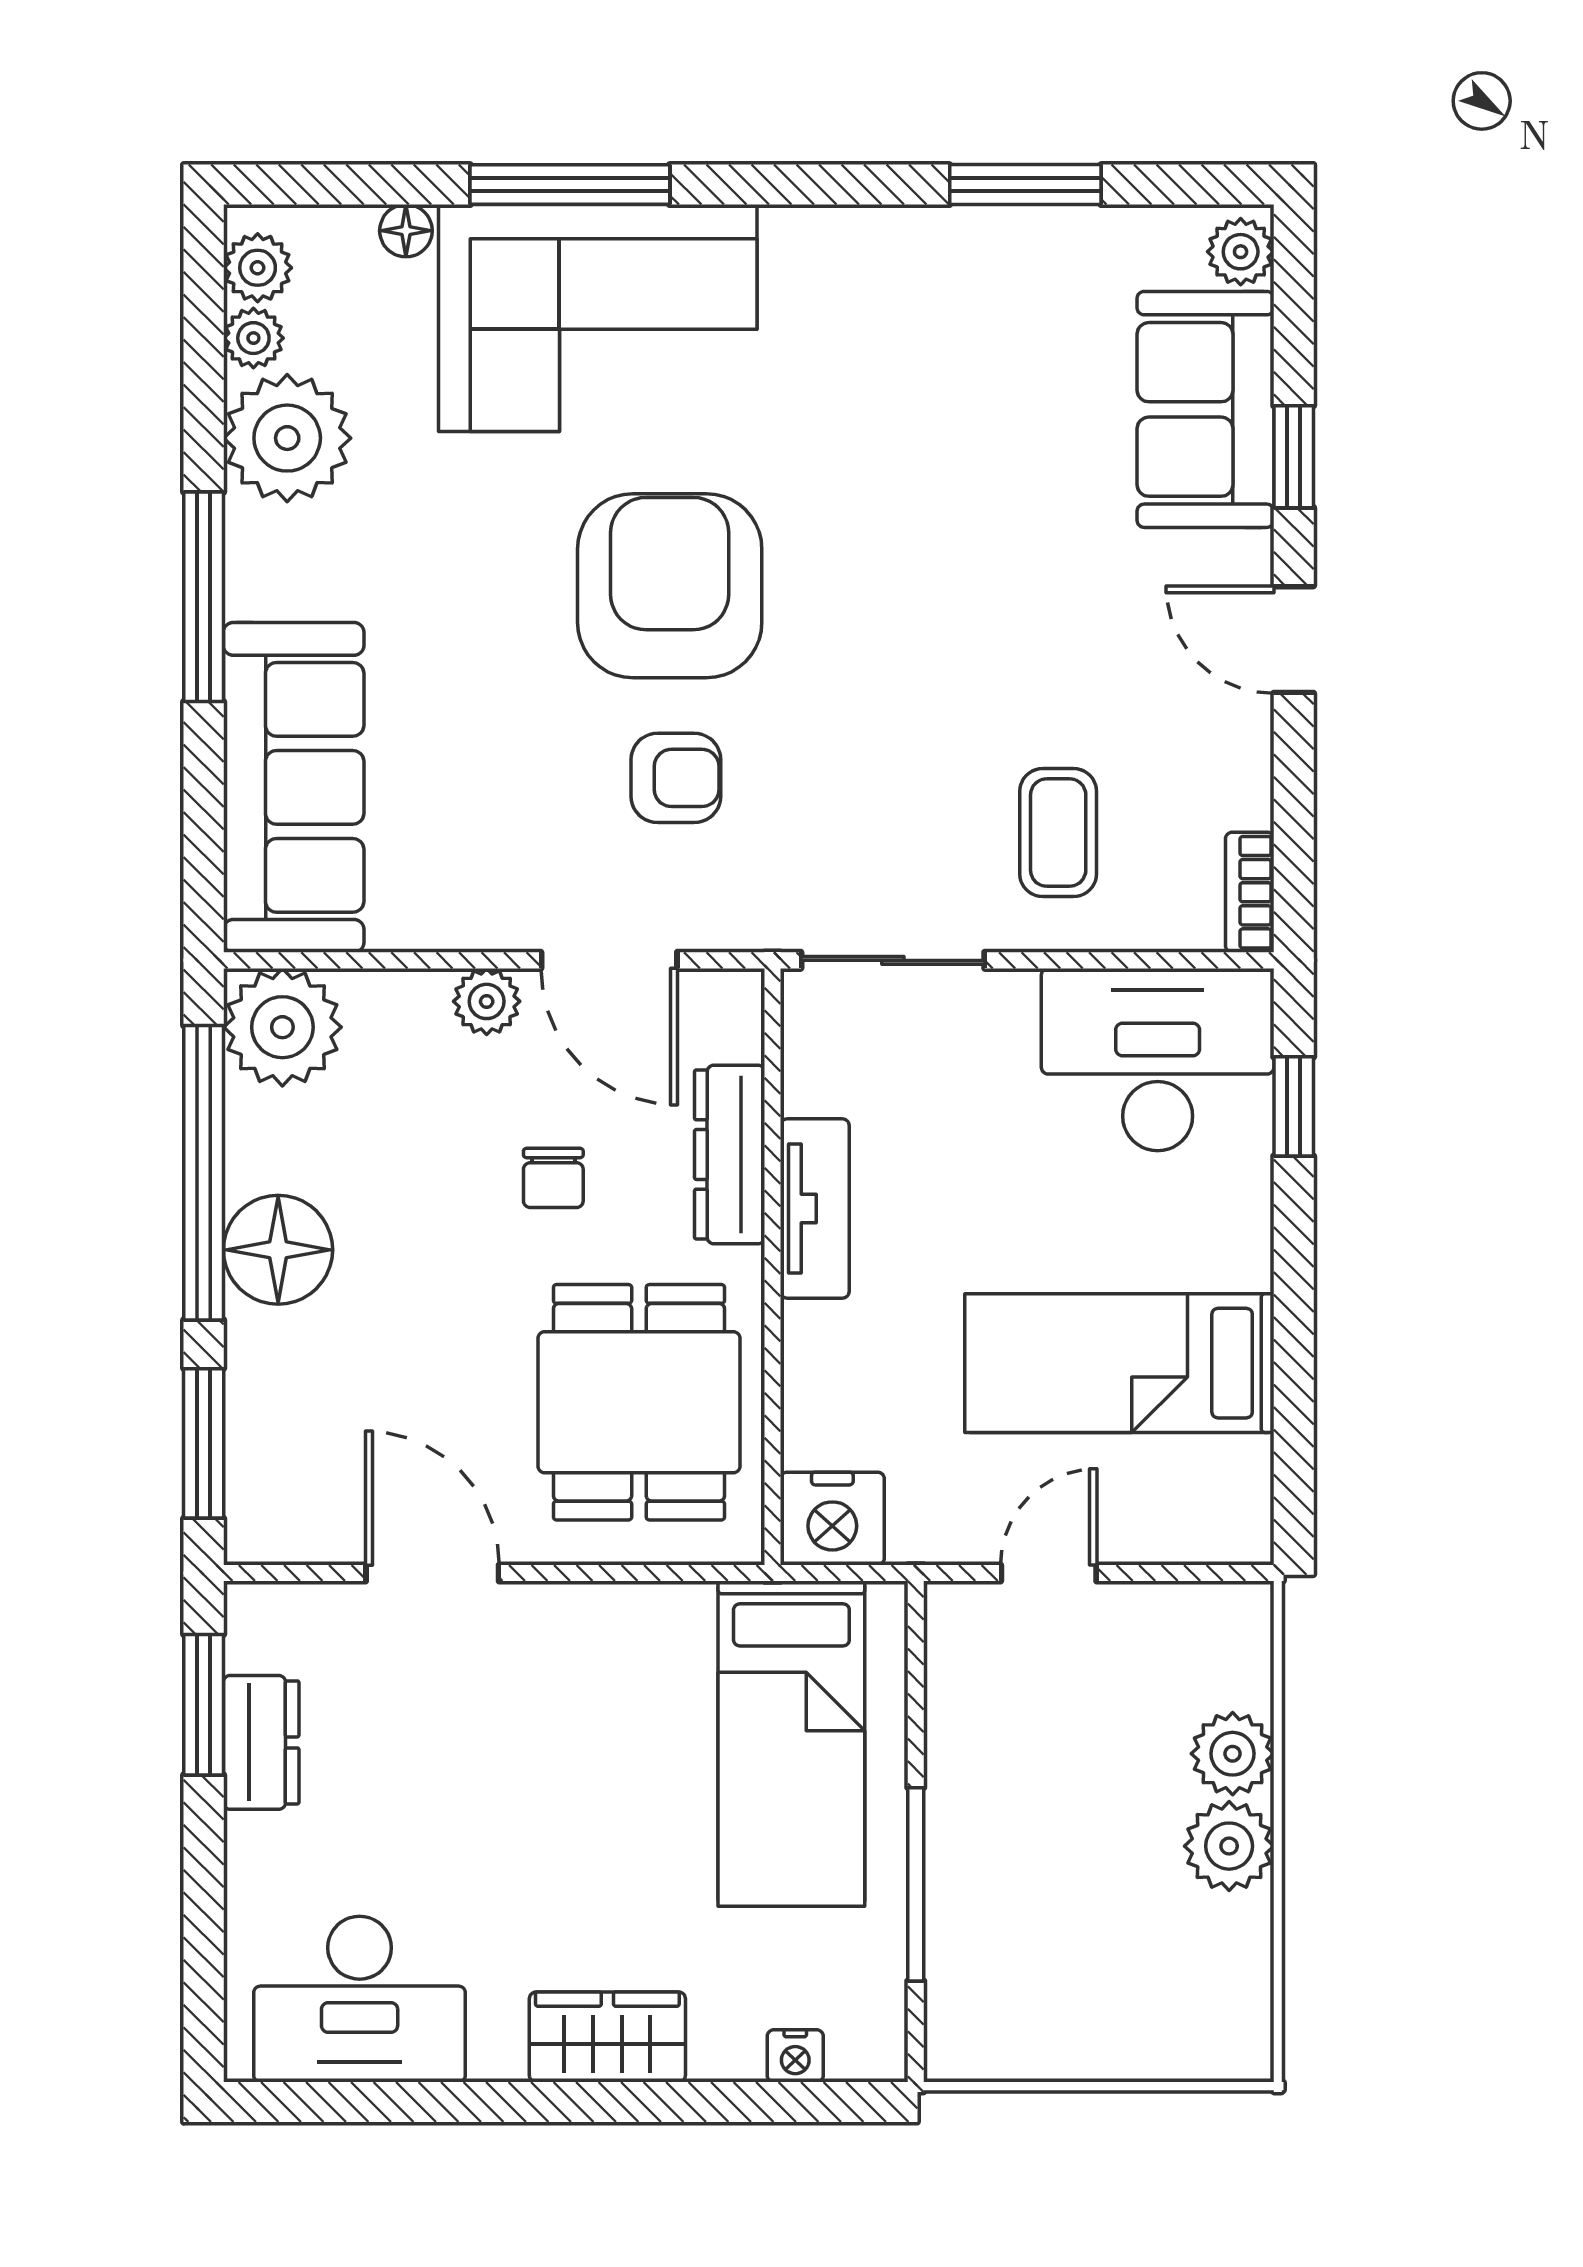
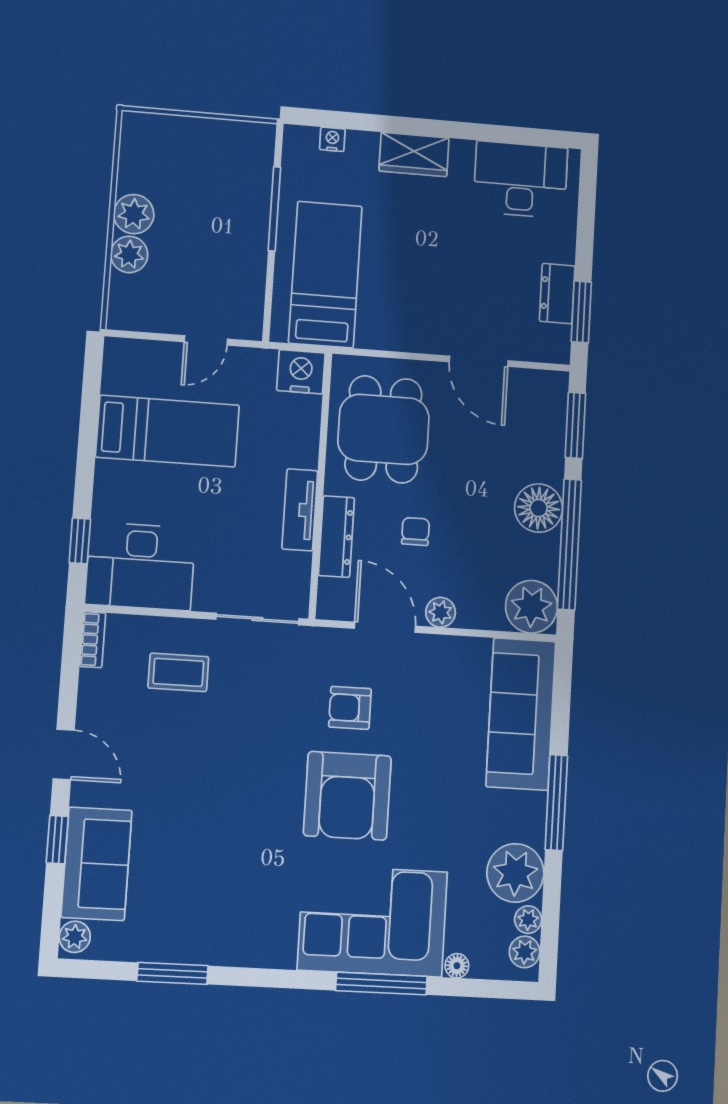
coffee table: (1058, 833) -> (178, 672), turned 90

